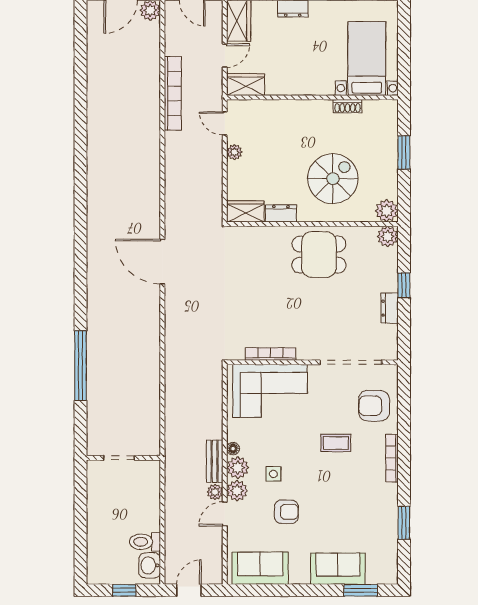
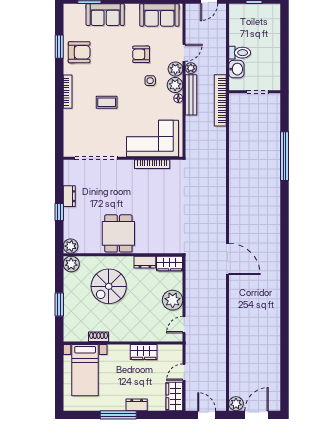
wardrobe: (246, 85) -> (144, 352), moved
bookcase: (173, 93) -> (220, 100), moved
door: (225, 123) -> (184, 325), swing flipped
plant: (234, 152) -> (173, 300), width x1.88, depth x1.88
dining table: (319, 255) -> (118, 233), turned 90
door: (162, 262) -> (227, 259), moved
armchair: (374, 406) -> (79, 52), moved
bench: (215, 461) -> (191, 95), width x1.36
toilet: (145, 542) -> (240, 53), moved
washbasin: (150, 565) -> (236, 69), moved

